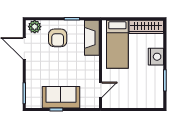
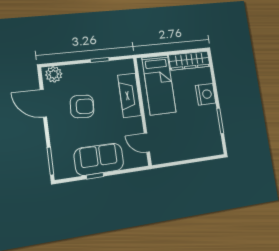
armchair: (58, 38) -> (82, 106), moved, turned -86
fireplace: (92, 38) -> (129, 95), moved
door: (101, 90) -> (147, 143), swing flipped

